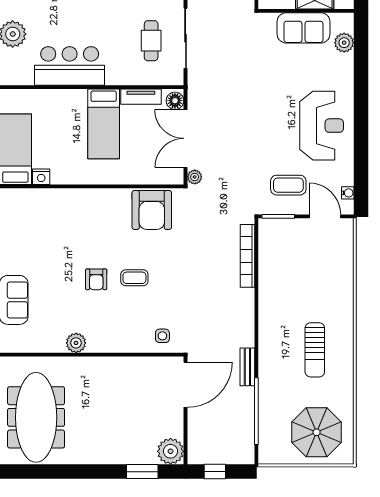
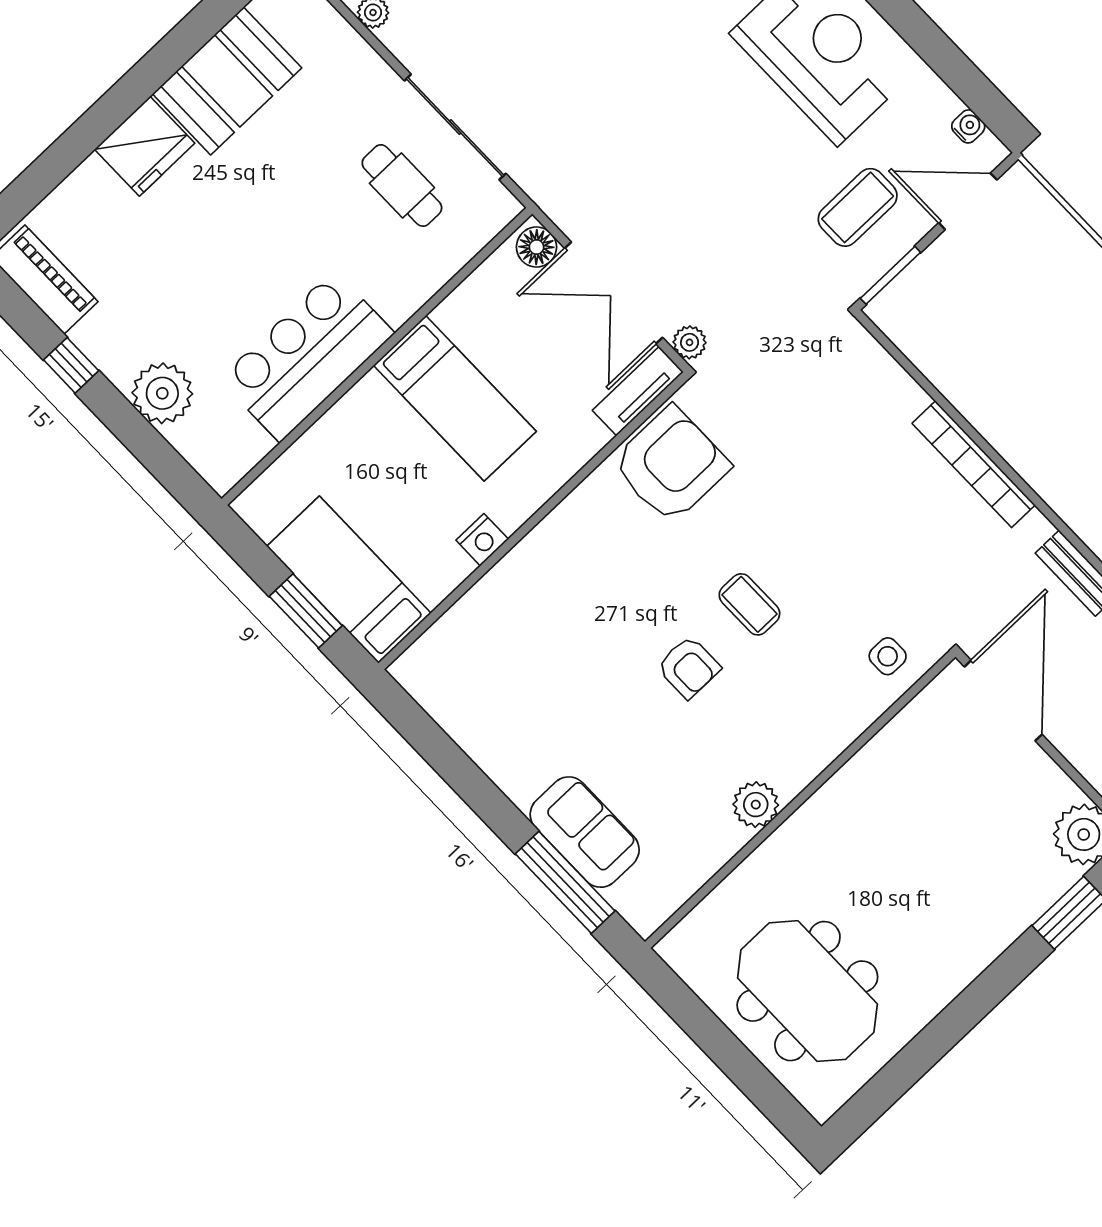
tv unit: (141, 97) -> (638, 391), moved, turned 180
nightstand: (41, 177) -> (482, 540), moved
armchair: (152, 210) -> (671, 465), turned -90
bookcase: (247, 256) -> (974, 464), moved
coffee table: (134, 278) -> (749, 604), turned 90
meeting table: (36, 417) -> (807, 991), width x0.73

